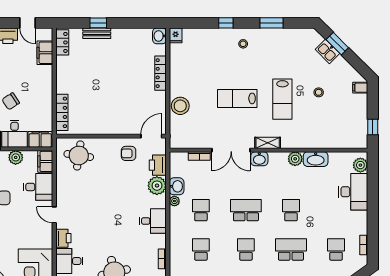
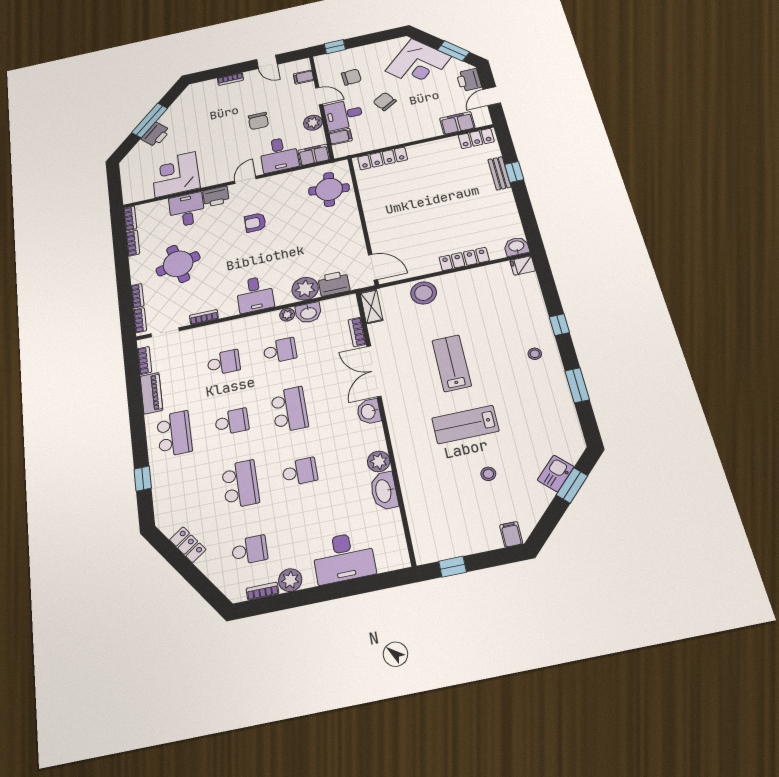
filing cabinet: (40, 139) -> (340, 137), width x0.50
shelving: (268, 143) -> (371, 306), moved
armchair: (129, 153) -> (255, 223), moved, turned -90
plant: (360, 165) -> (290, 580), moved

